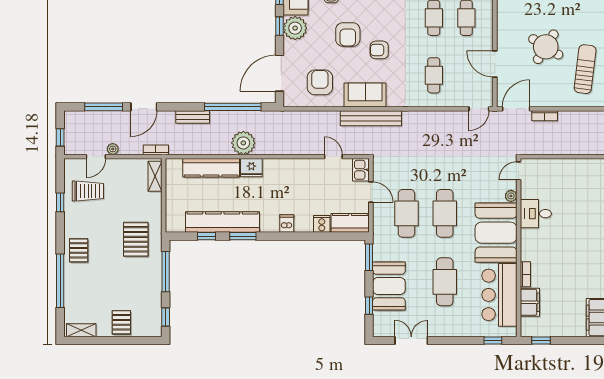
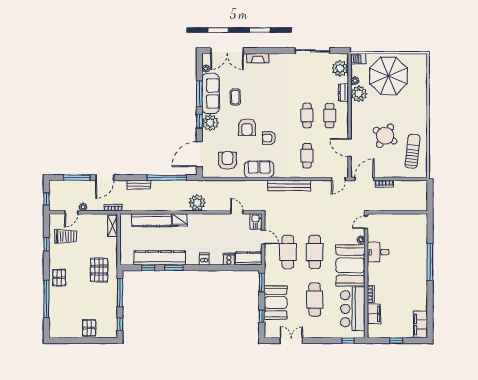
bench: (371, 118) -> (289, 186), moved
plant: (243, 143) -> (197, 203), moved
shelving: (81, 330) -> (61, 333), removed
window: (541, 341) -> (396, 341), moved

